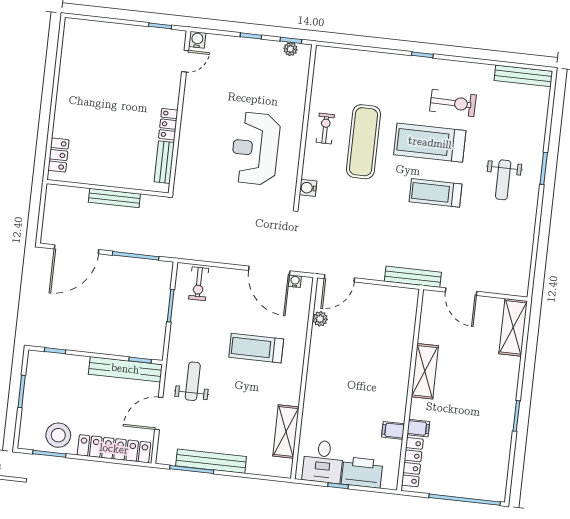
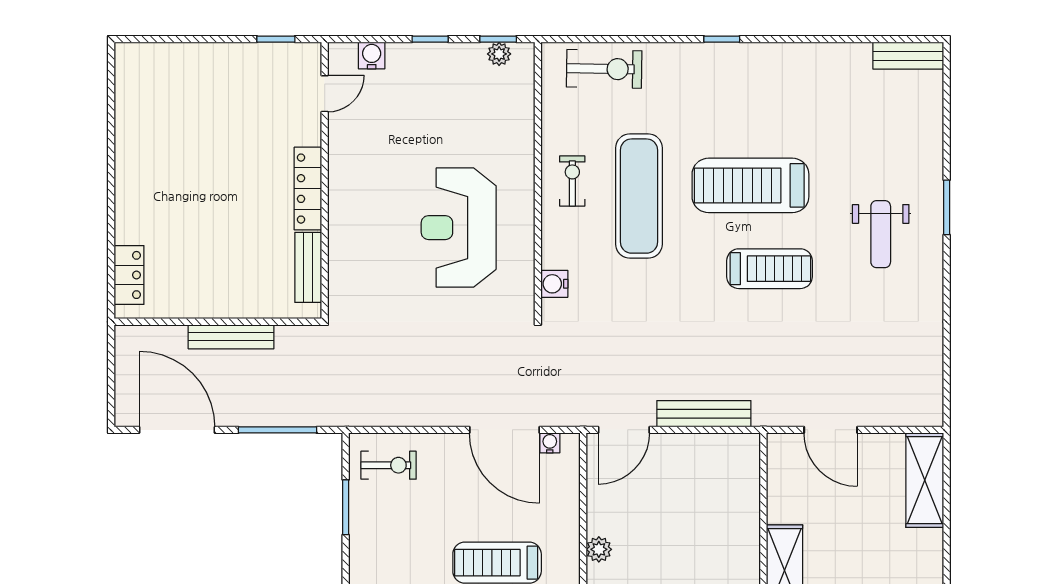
water cooler: (197, 40) -> (372, 56), moved
bench: (523, 76) -> (908, 56), width x0.73
exercise bike: (453, 103) -> (604, 69), moved
locker: (168, 124) -> (308, 189), width x1.53
treadmill: (436, 193) -> (770, 269), turned 180
door: (77, 249) -> (177, 430), swing flipped
bench: (413, 277) -> (704, 414), moved
exercise bike: (199, 284) -> (389, 465), turned -90
plant: (320, 319) -> (599, 549), moved

